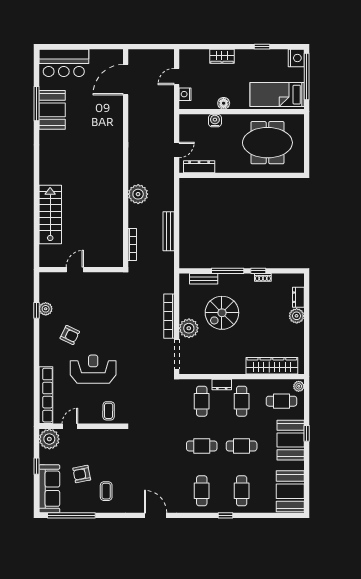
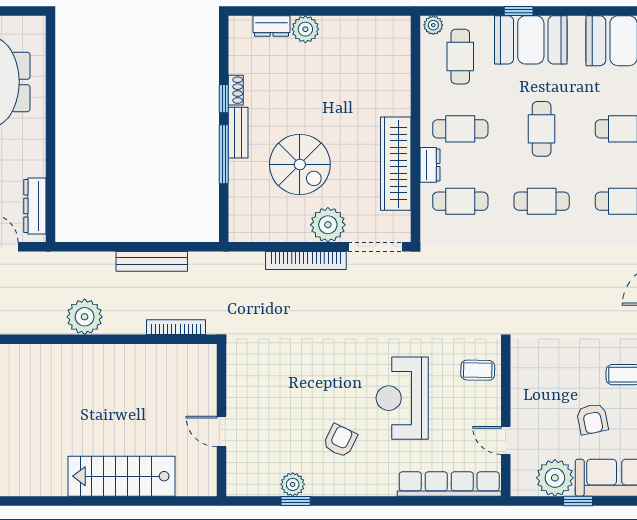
bench: (204, 279) -> (238, 133), moved
wardrobe: (272, 366) -> (396, 164), moved
plant: (49, 439) -> (555, 478), moved
cafe table: (202, 446) -> (542, 201), turned 90

